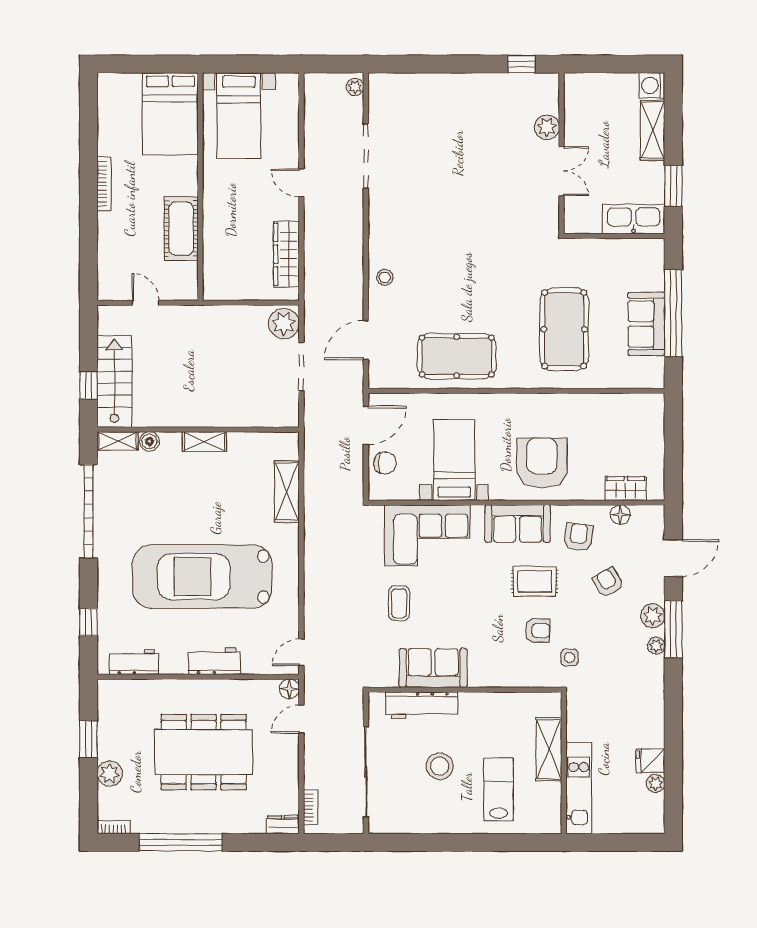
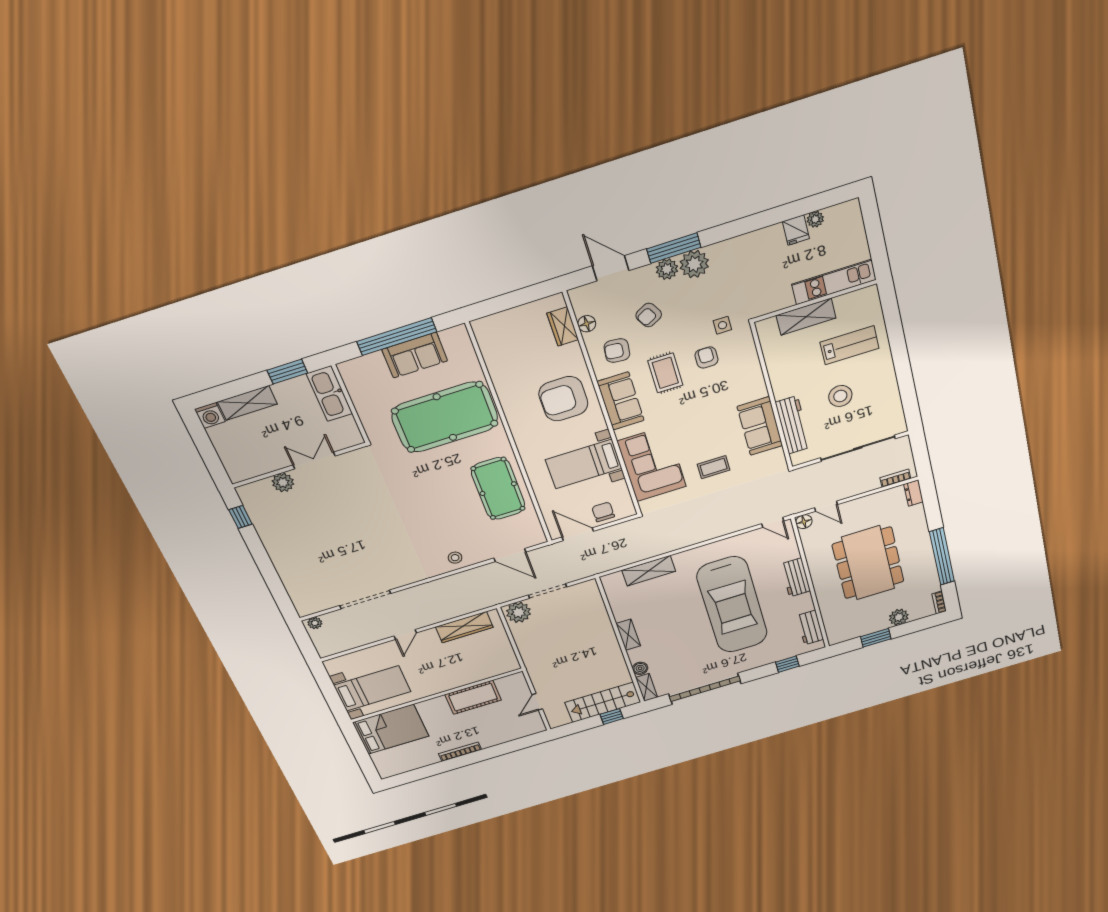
pool table: (564, 329) -> (445, 417), width x1.36, depth x1.32
plant: (656, 646) -> (694, 264), width x1.88, depth x1.88
lab bench: (499, 789) -> (850, 345), turned 180

